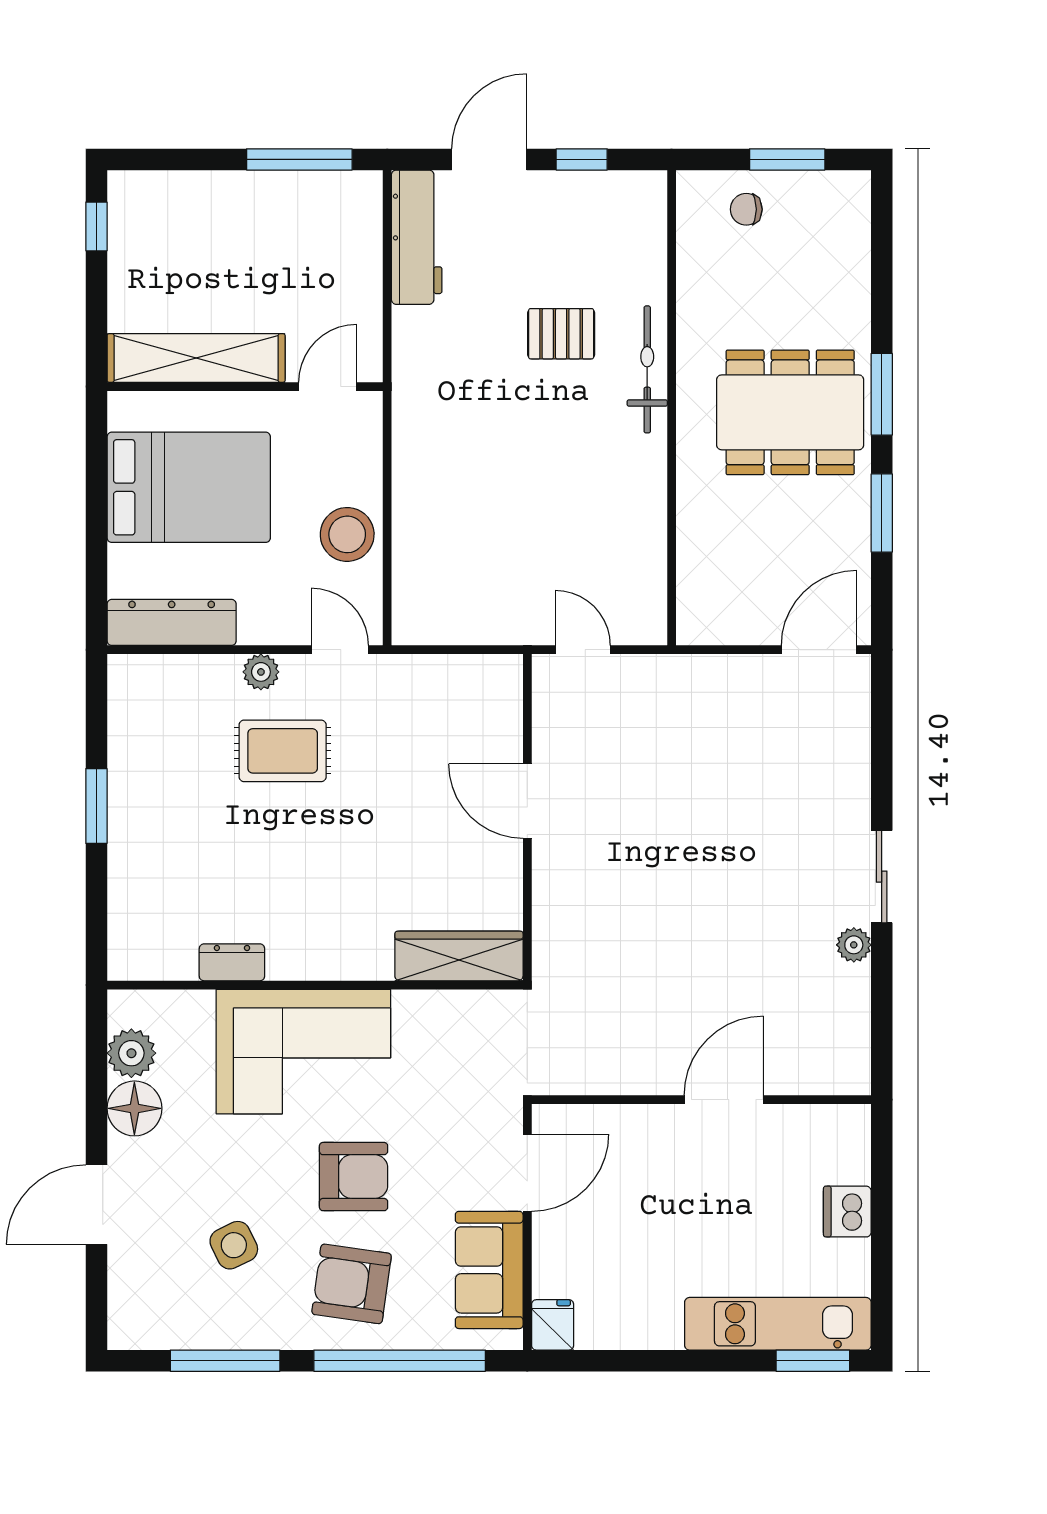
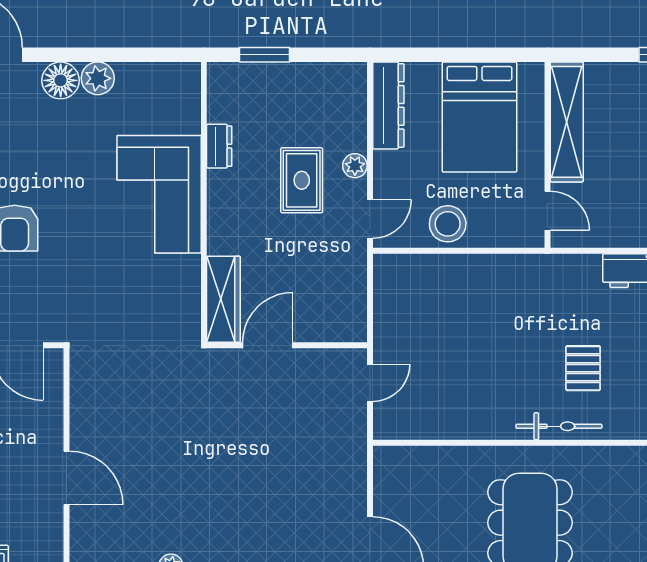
wardrobe: (459, 956) -> (223, 299), moved
dresser: (232, 962) -> (219, 146), moved
wall: (315, 985) -> (204, 202), moved
corner sofa: (303, 1052) -> (159, 194), moved

